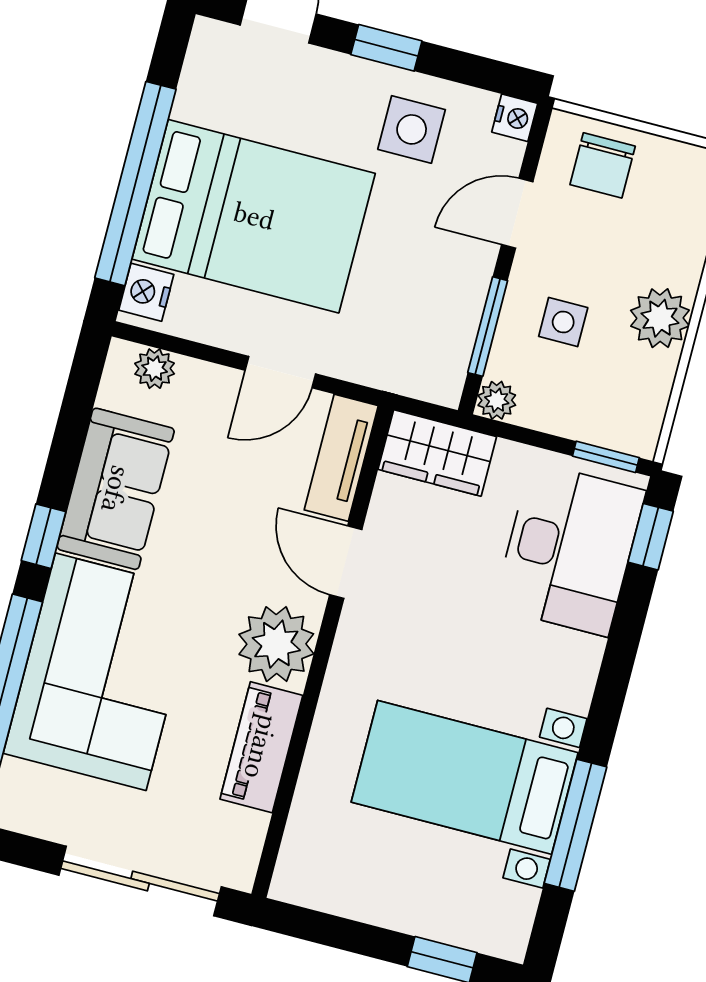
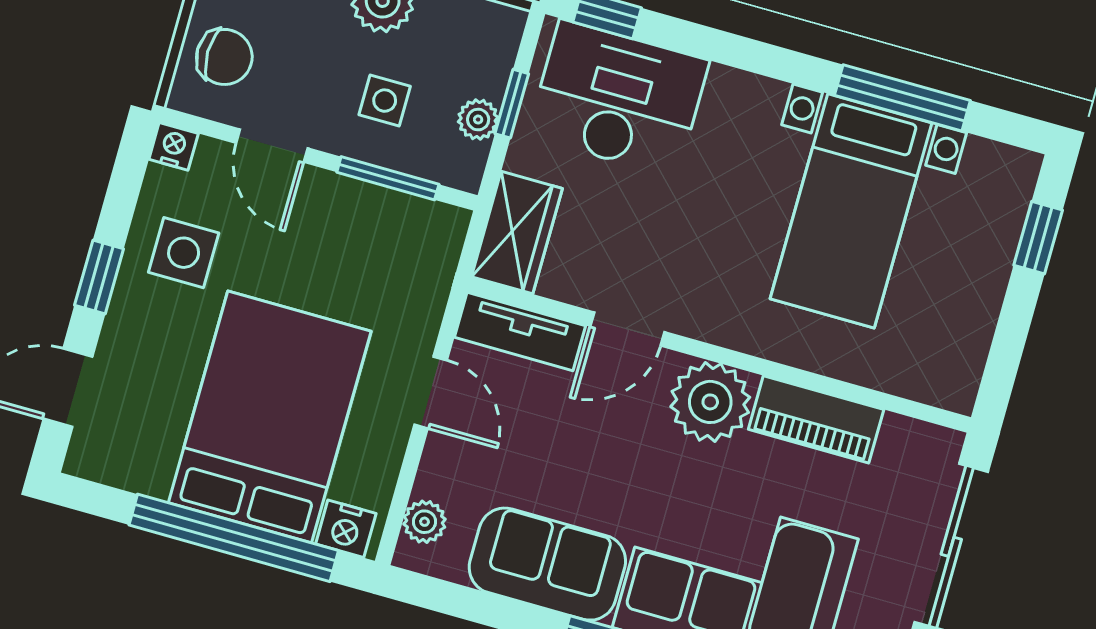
plant: (497, 400) -> (478, 120), moved
window: (606, 457) -> (512, 104), moved

